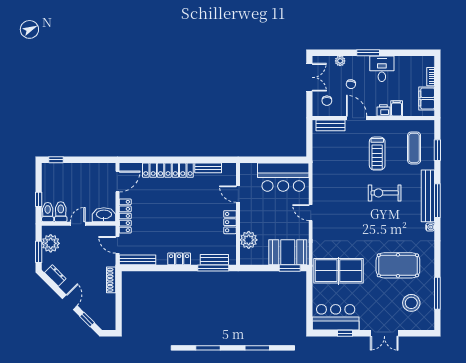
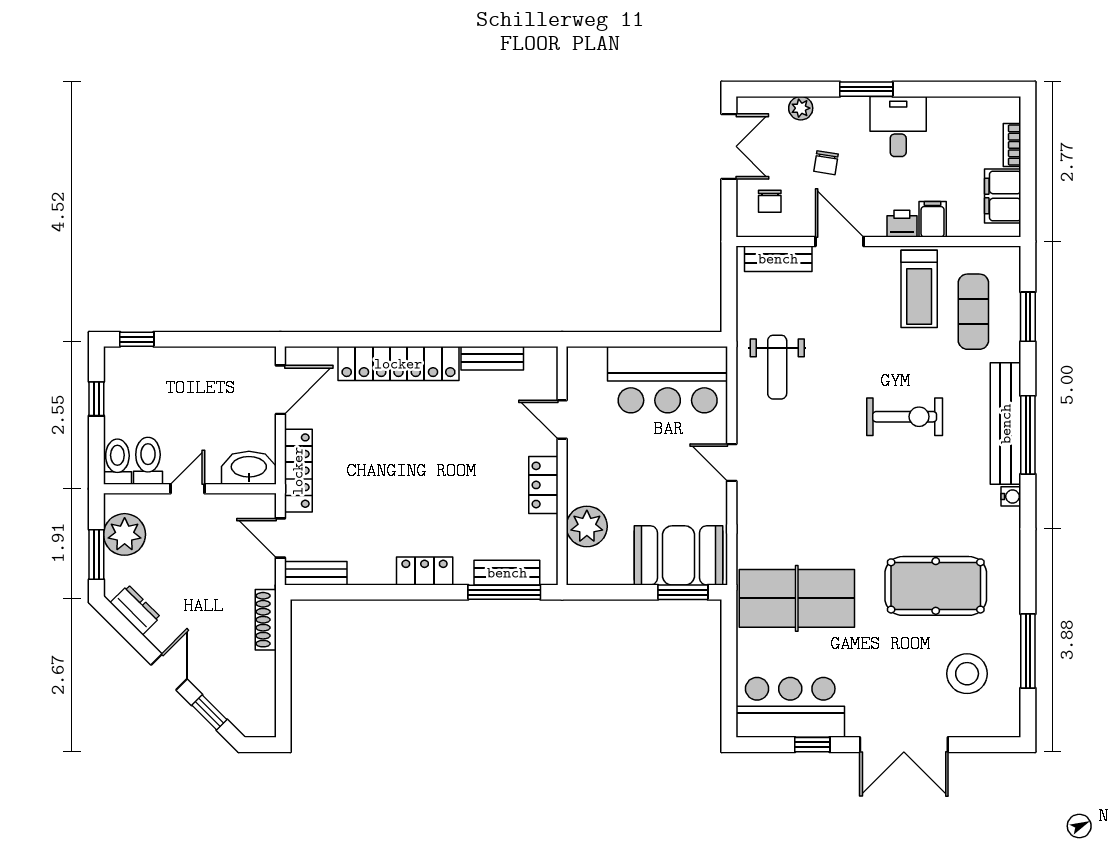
treadmill: (377, 154) -> (919, 289), moved
weight bench: (330, 172) -> (777, 367), added
exercise bike: (385, 193) -> (905, 417), turned 180
window: (39, 199) -> (96, 399), moved
bench: (137, 260) -> (316, 573), width x0.73
double door: (384, 333) -> (904, 745), width x1.37

